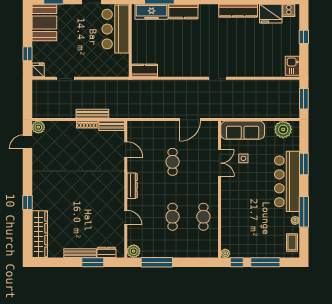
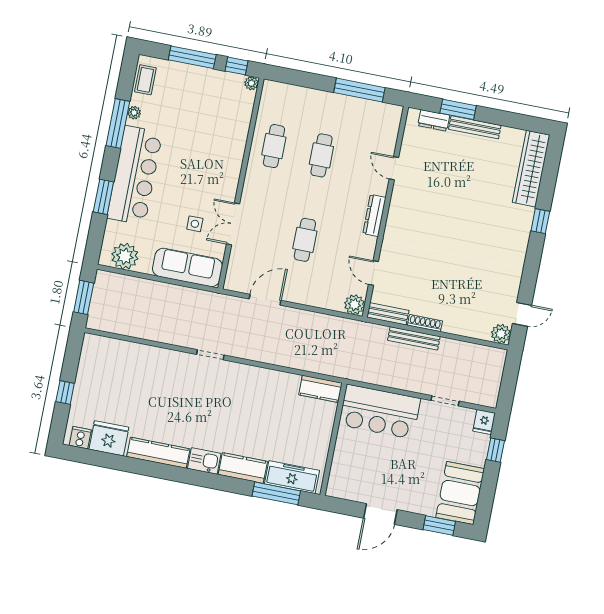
bar counter: (115, 29) -> (380, 412), moved, turned 90
kitchen sink: (292, 66) -> (204, 461), moved, turned -90
plant: (134, 251) -> (354, 305), moved

